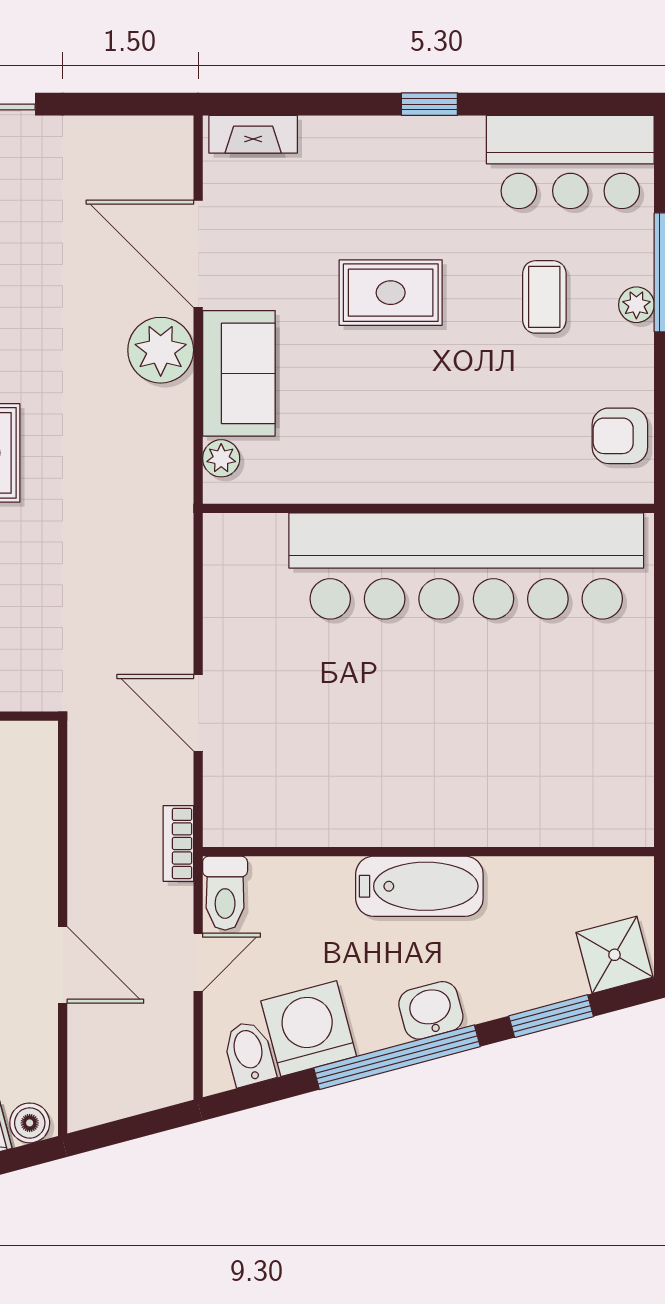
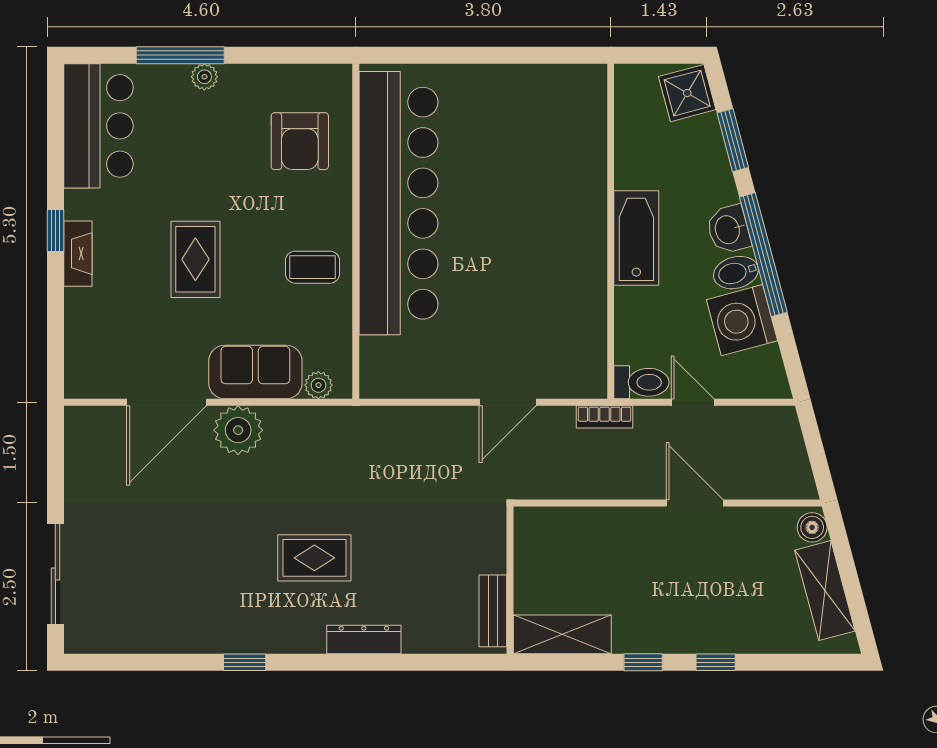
fireplace: (253, 134) -> (78, 254), moved
coffee table: (544, 297) -> (312, 267), moved
armchair: (620, 436) -> (300, 141), moved, width x1.38, depth x1.38
door: (63, 965) -> (695, 503), hinge flipped
bidet: (249, 1053) -> (736, 273), moved

